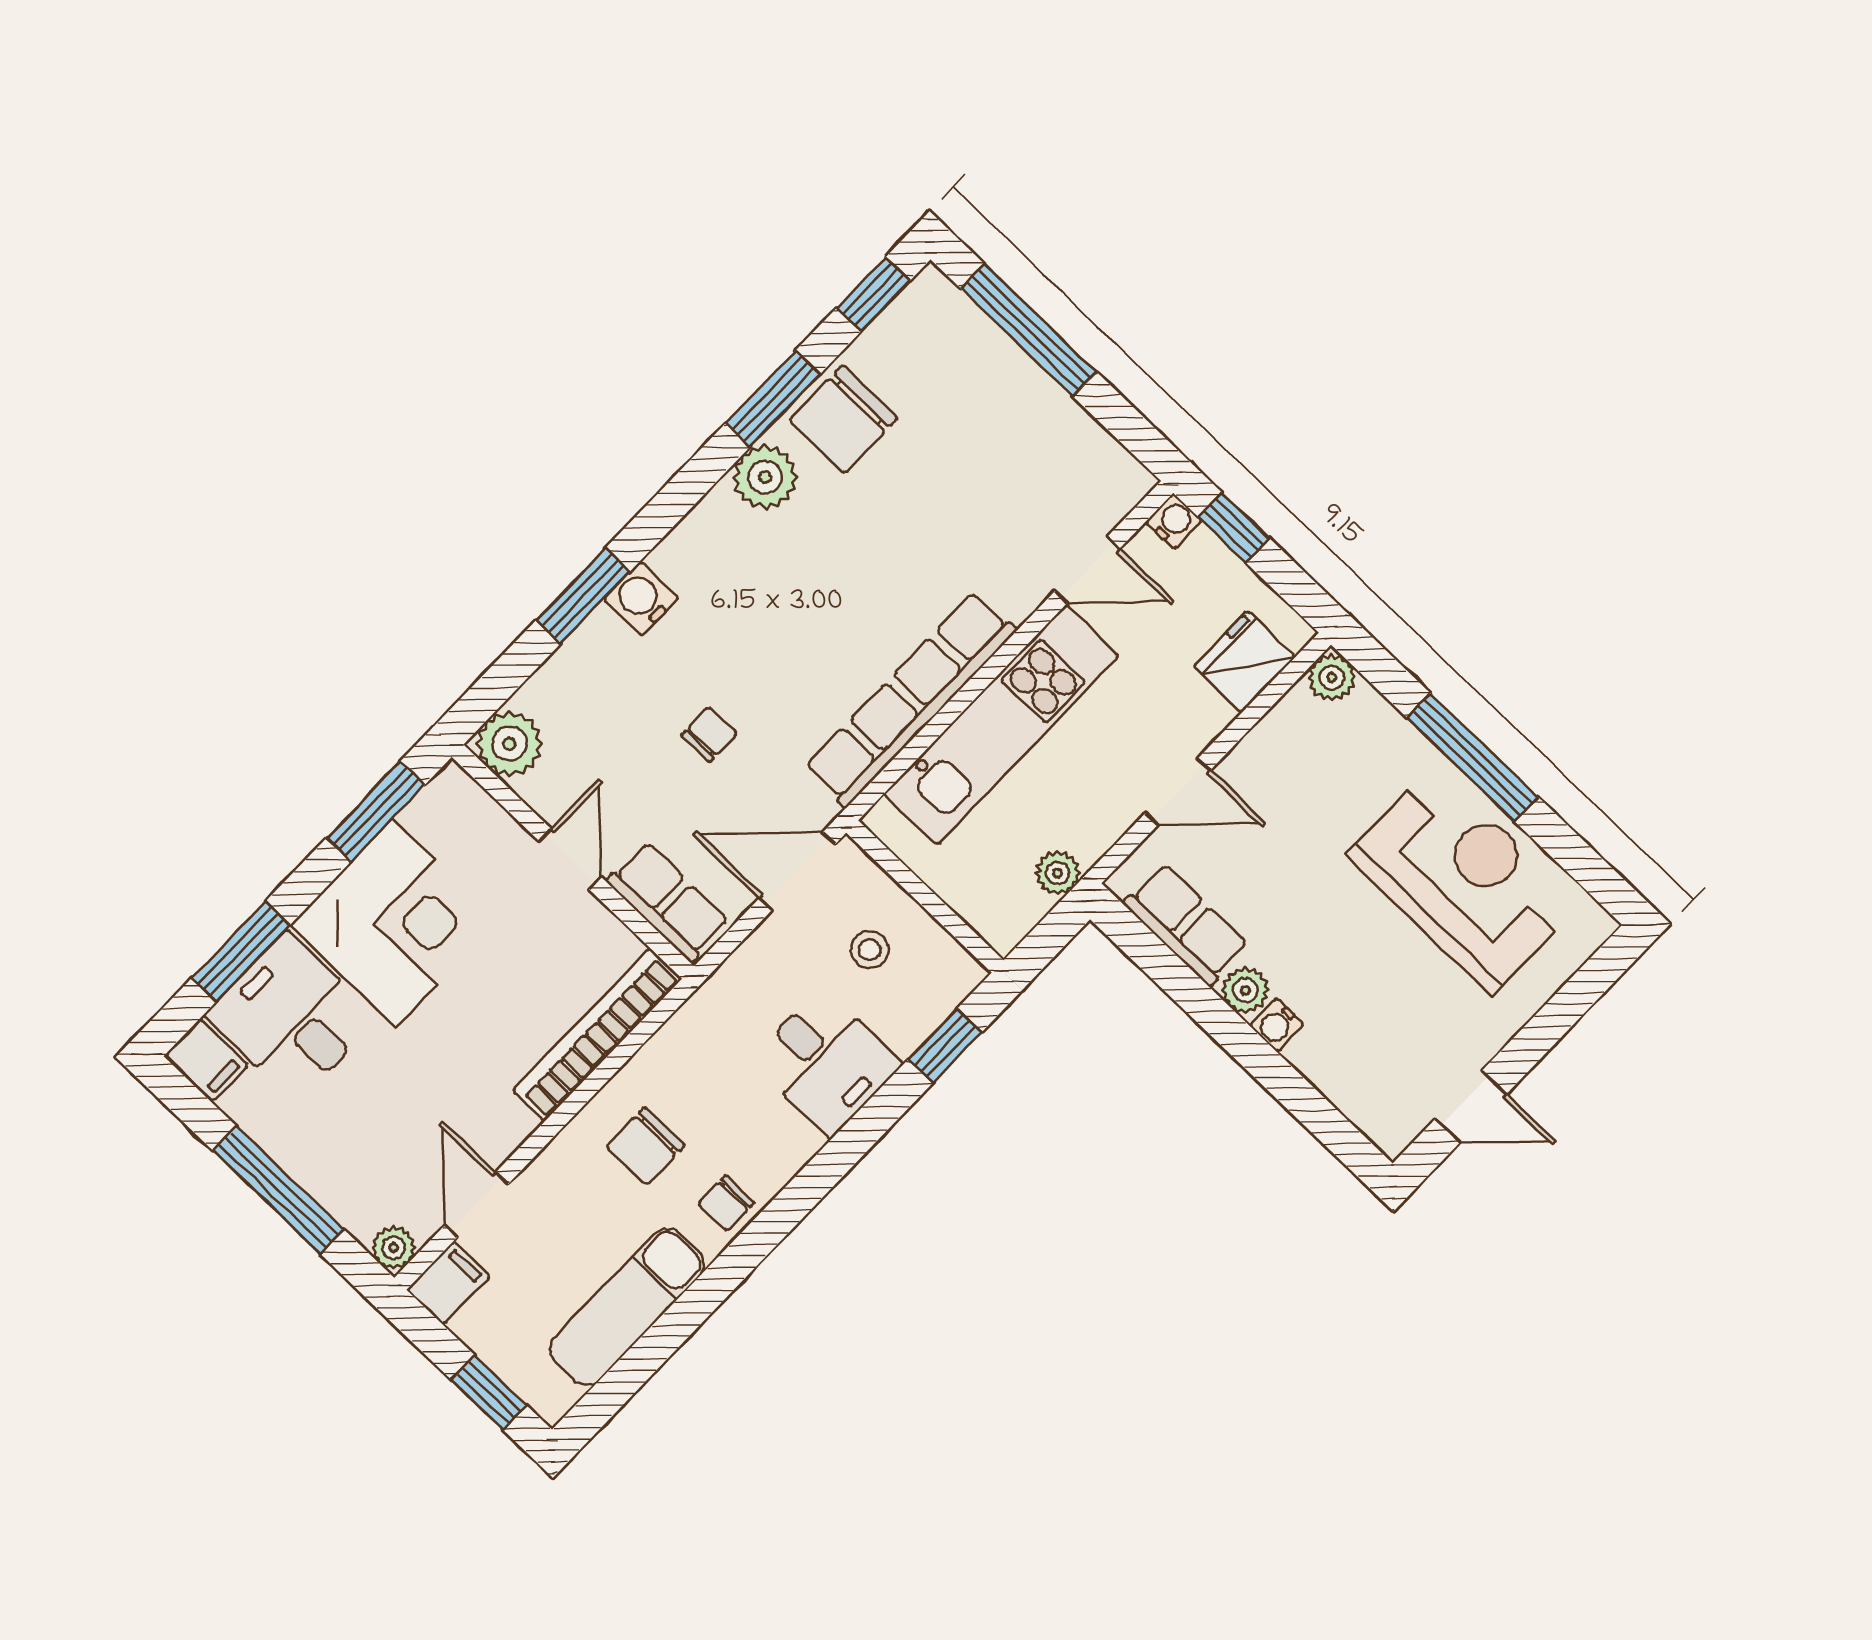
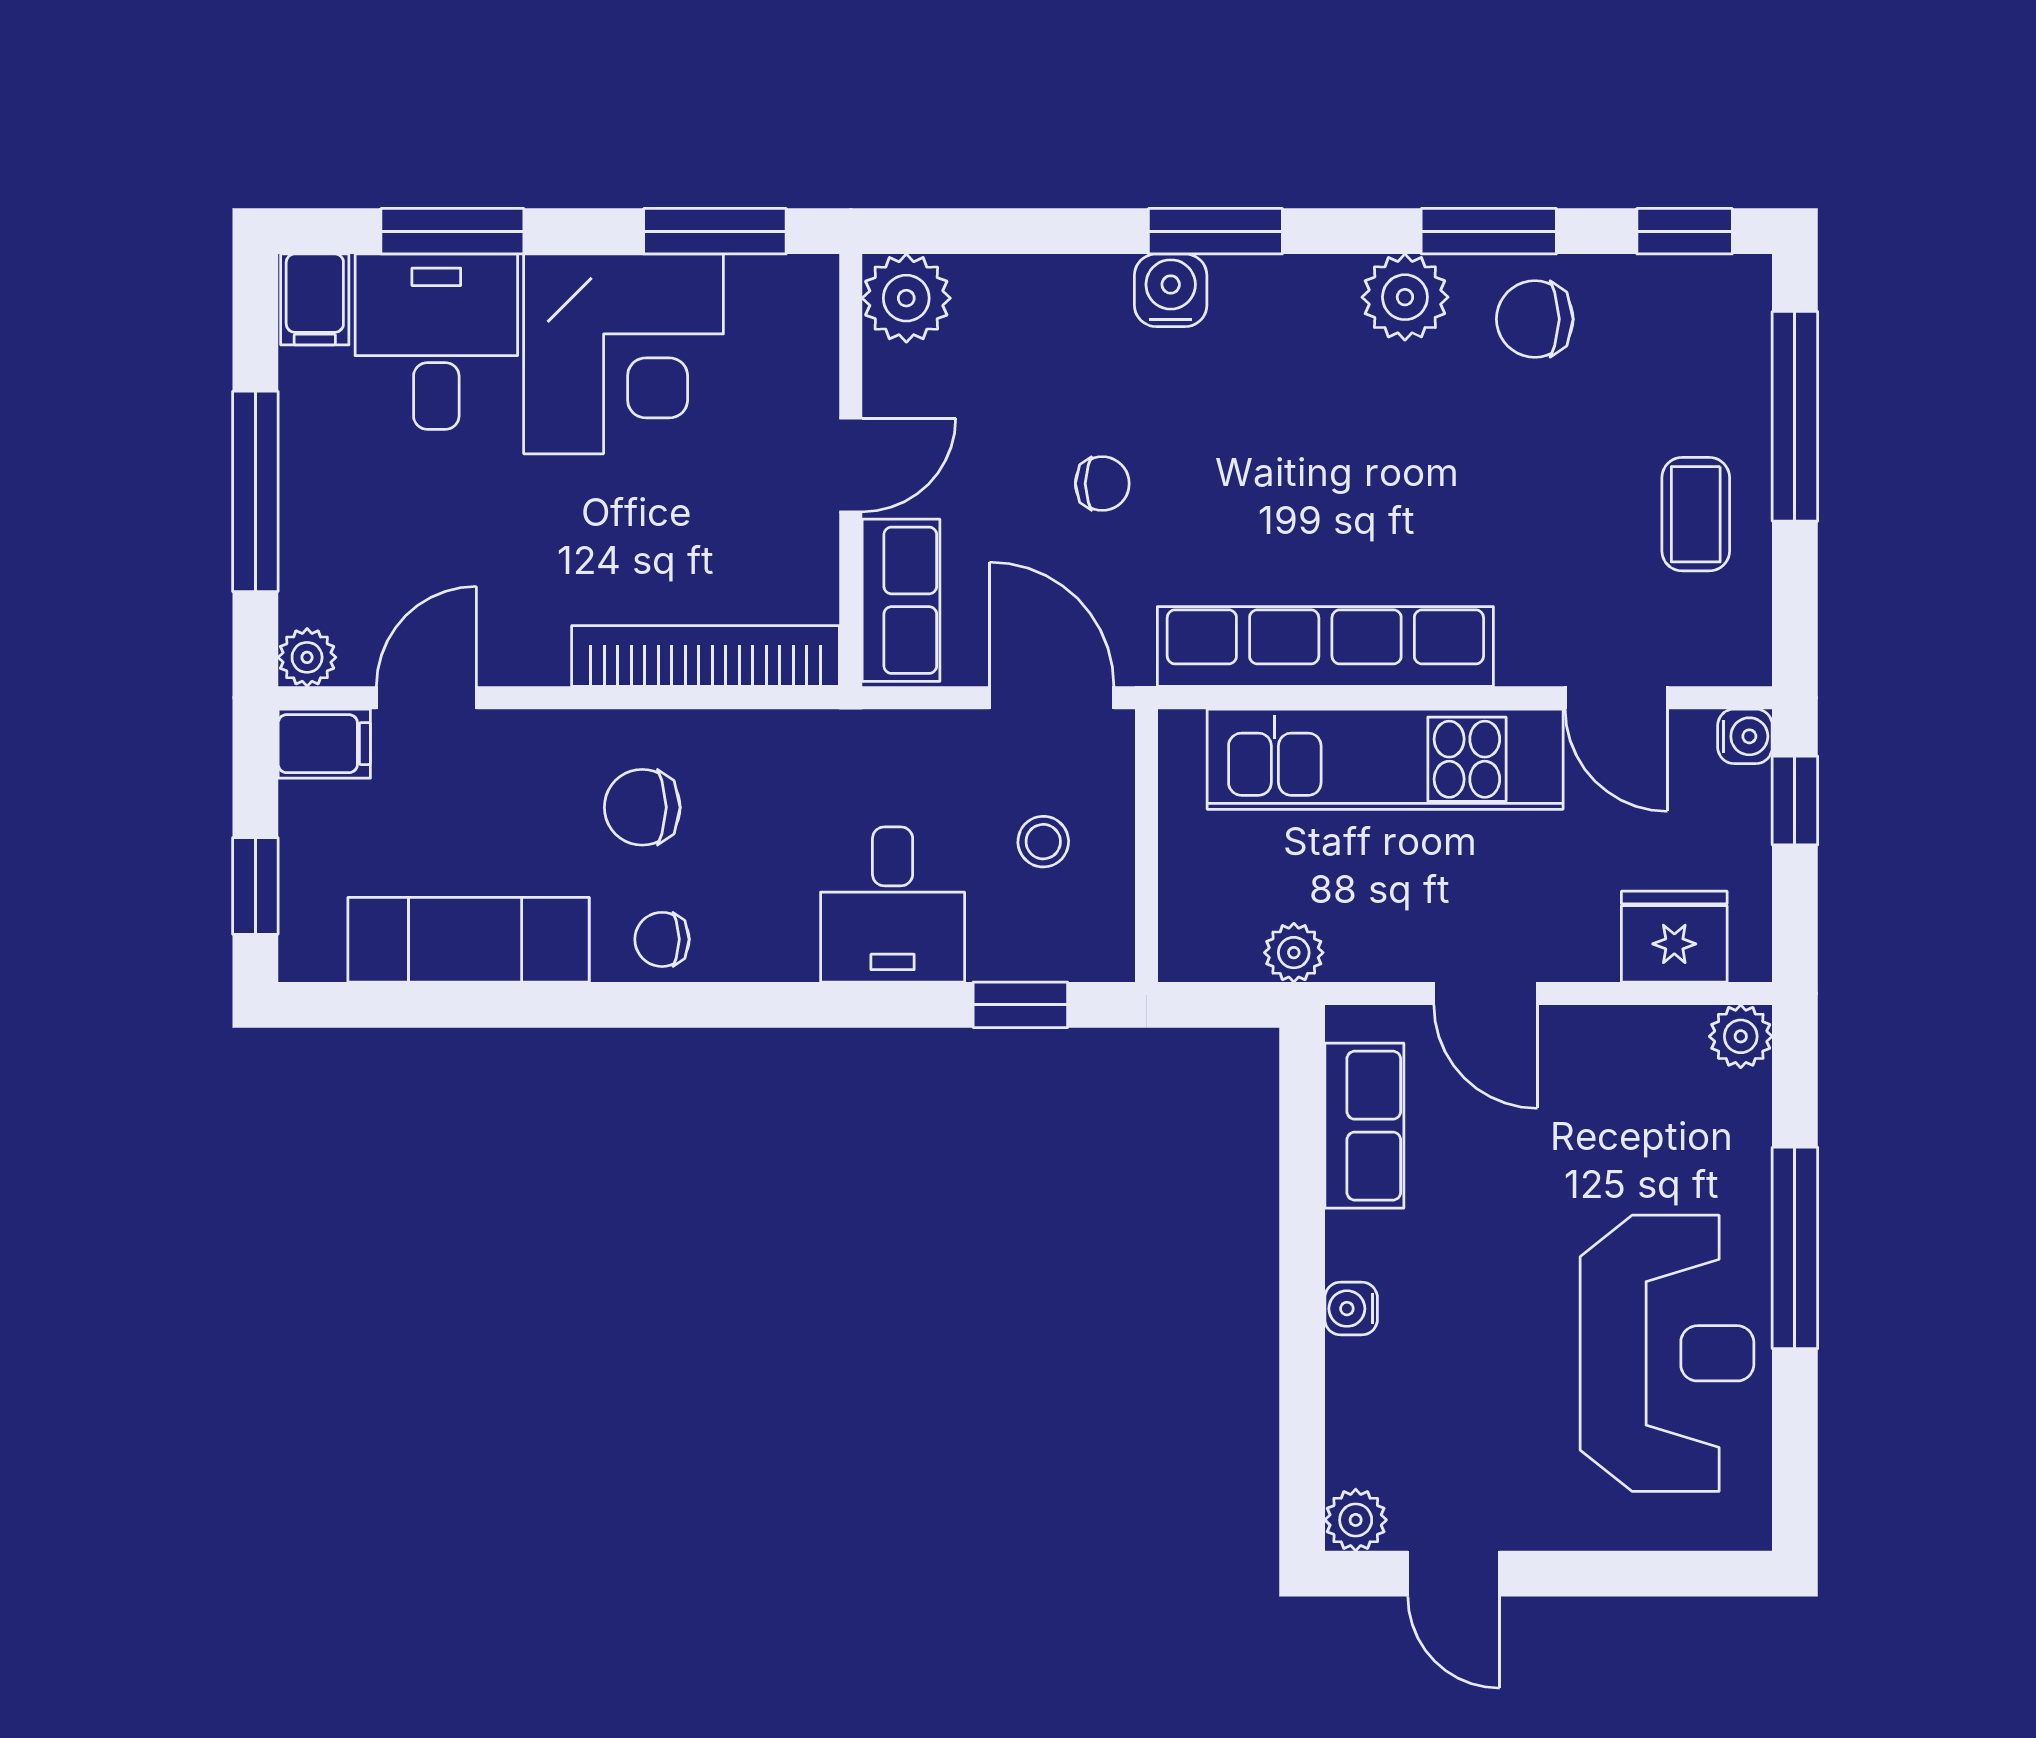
chair: (843, 419) -> (1535, 319), width x0.73, depth x0.73
coffee table: (1030, 433) -> (1696, 514), added
window: (583, 596) -> (1215, 231), moved
plant: (1245, 990) -> (1356, 1520), moved

